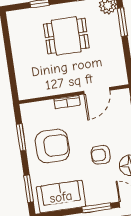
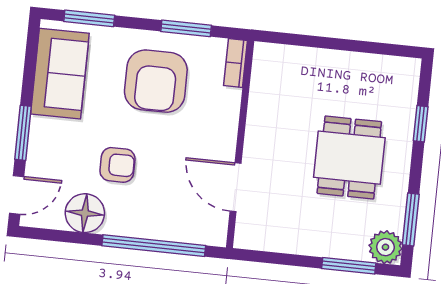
bookcase: (67, 102) -> (236, 63), moved
armchair: (101, 155) -> (117, 165), turned 90

